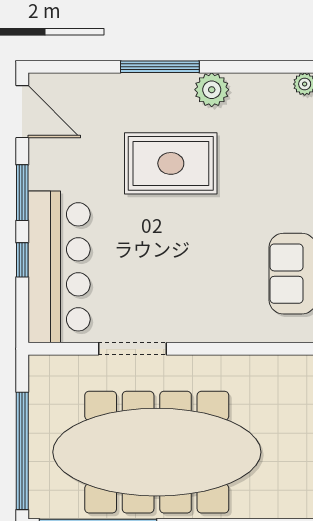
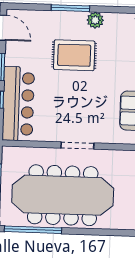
doorway: (133, 349) -> (77, 145), moved

